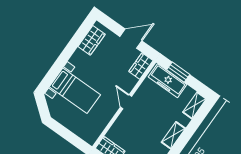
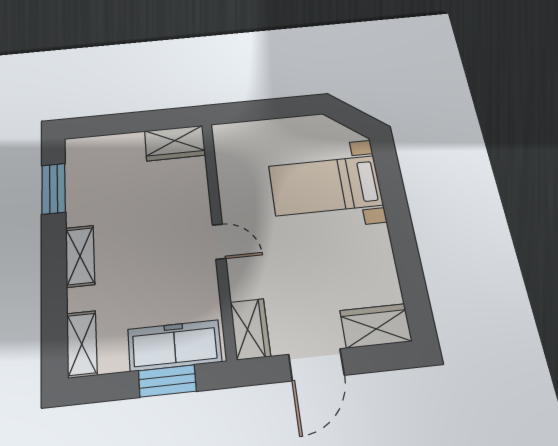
wardrobe: (92, 40) -> (376, 326), moved, turned 90

